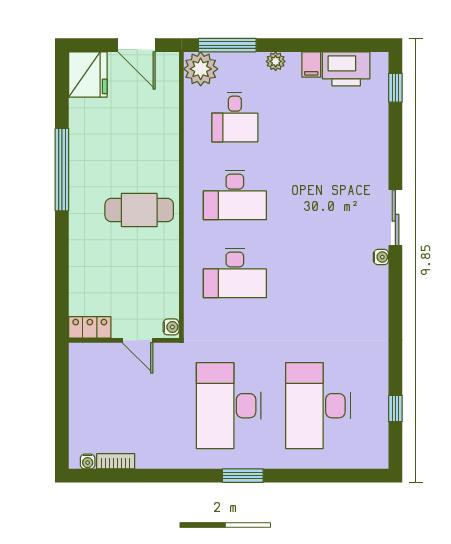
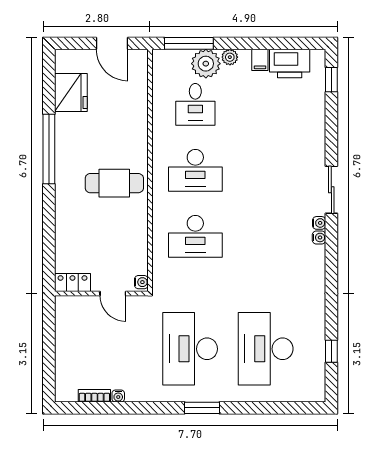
plant: (201, 69) -> (206, 64), moved
fridge: (88, 74) -> (71, 92), moved
water cooler: (381, 274) -> (319, 237), added
water cooler: (88, 461) -> (118, 396), moved

